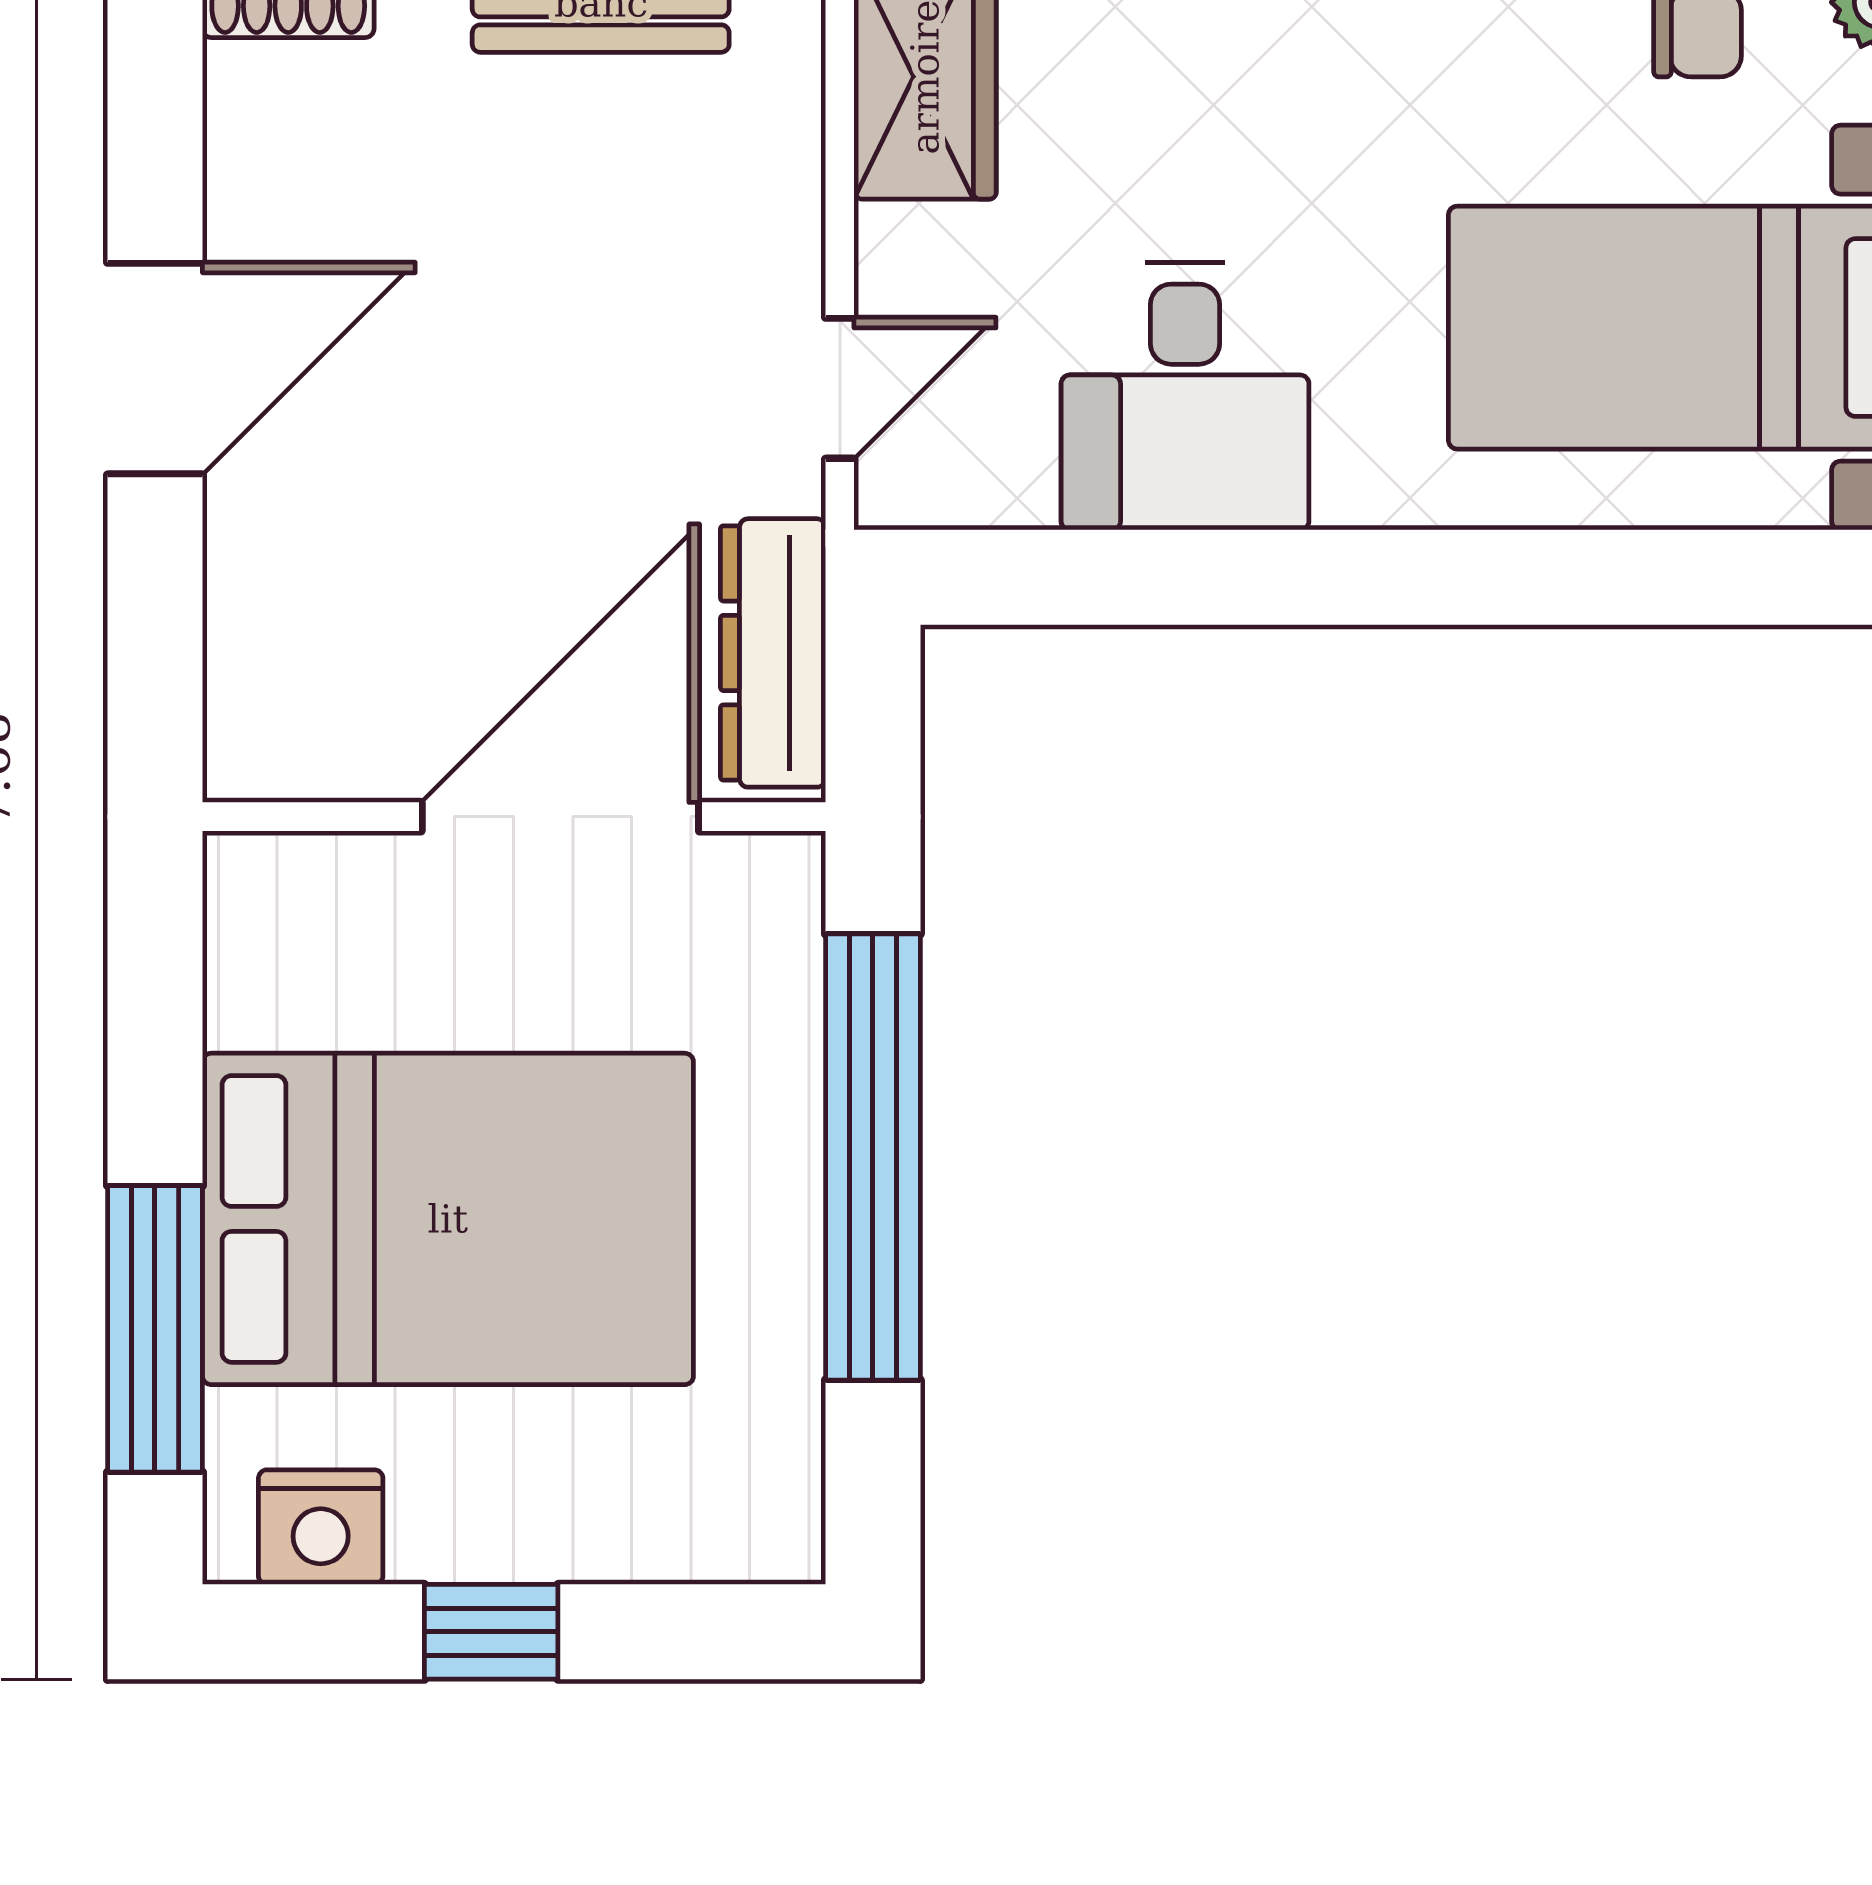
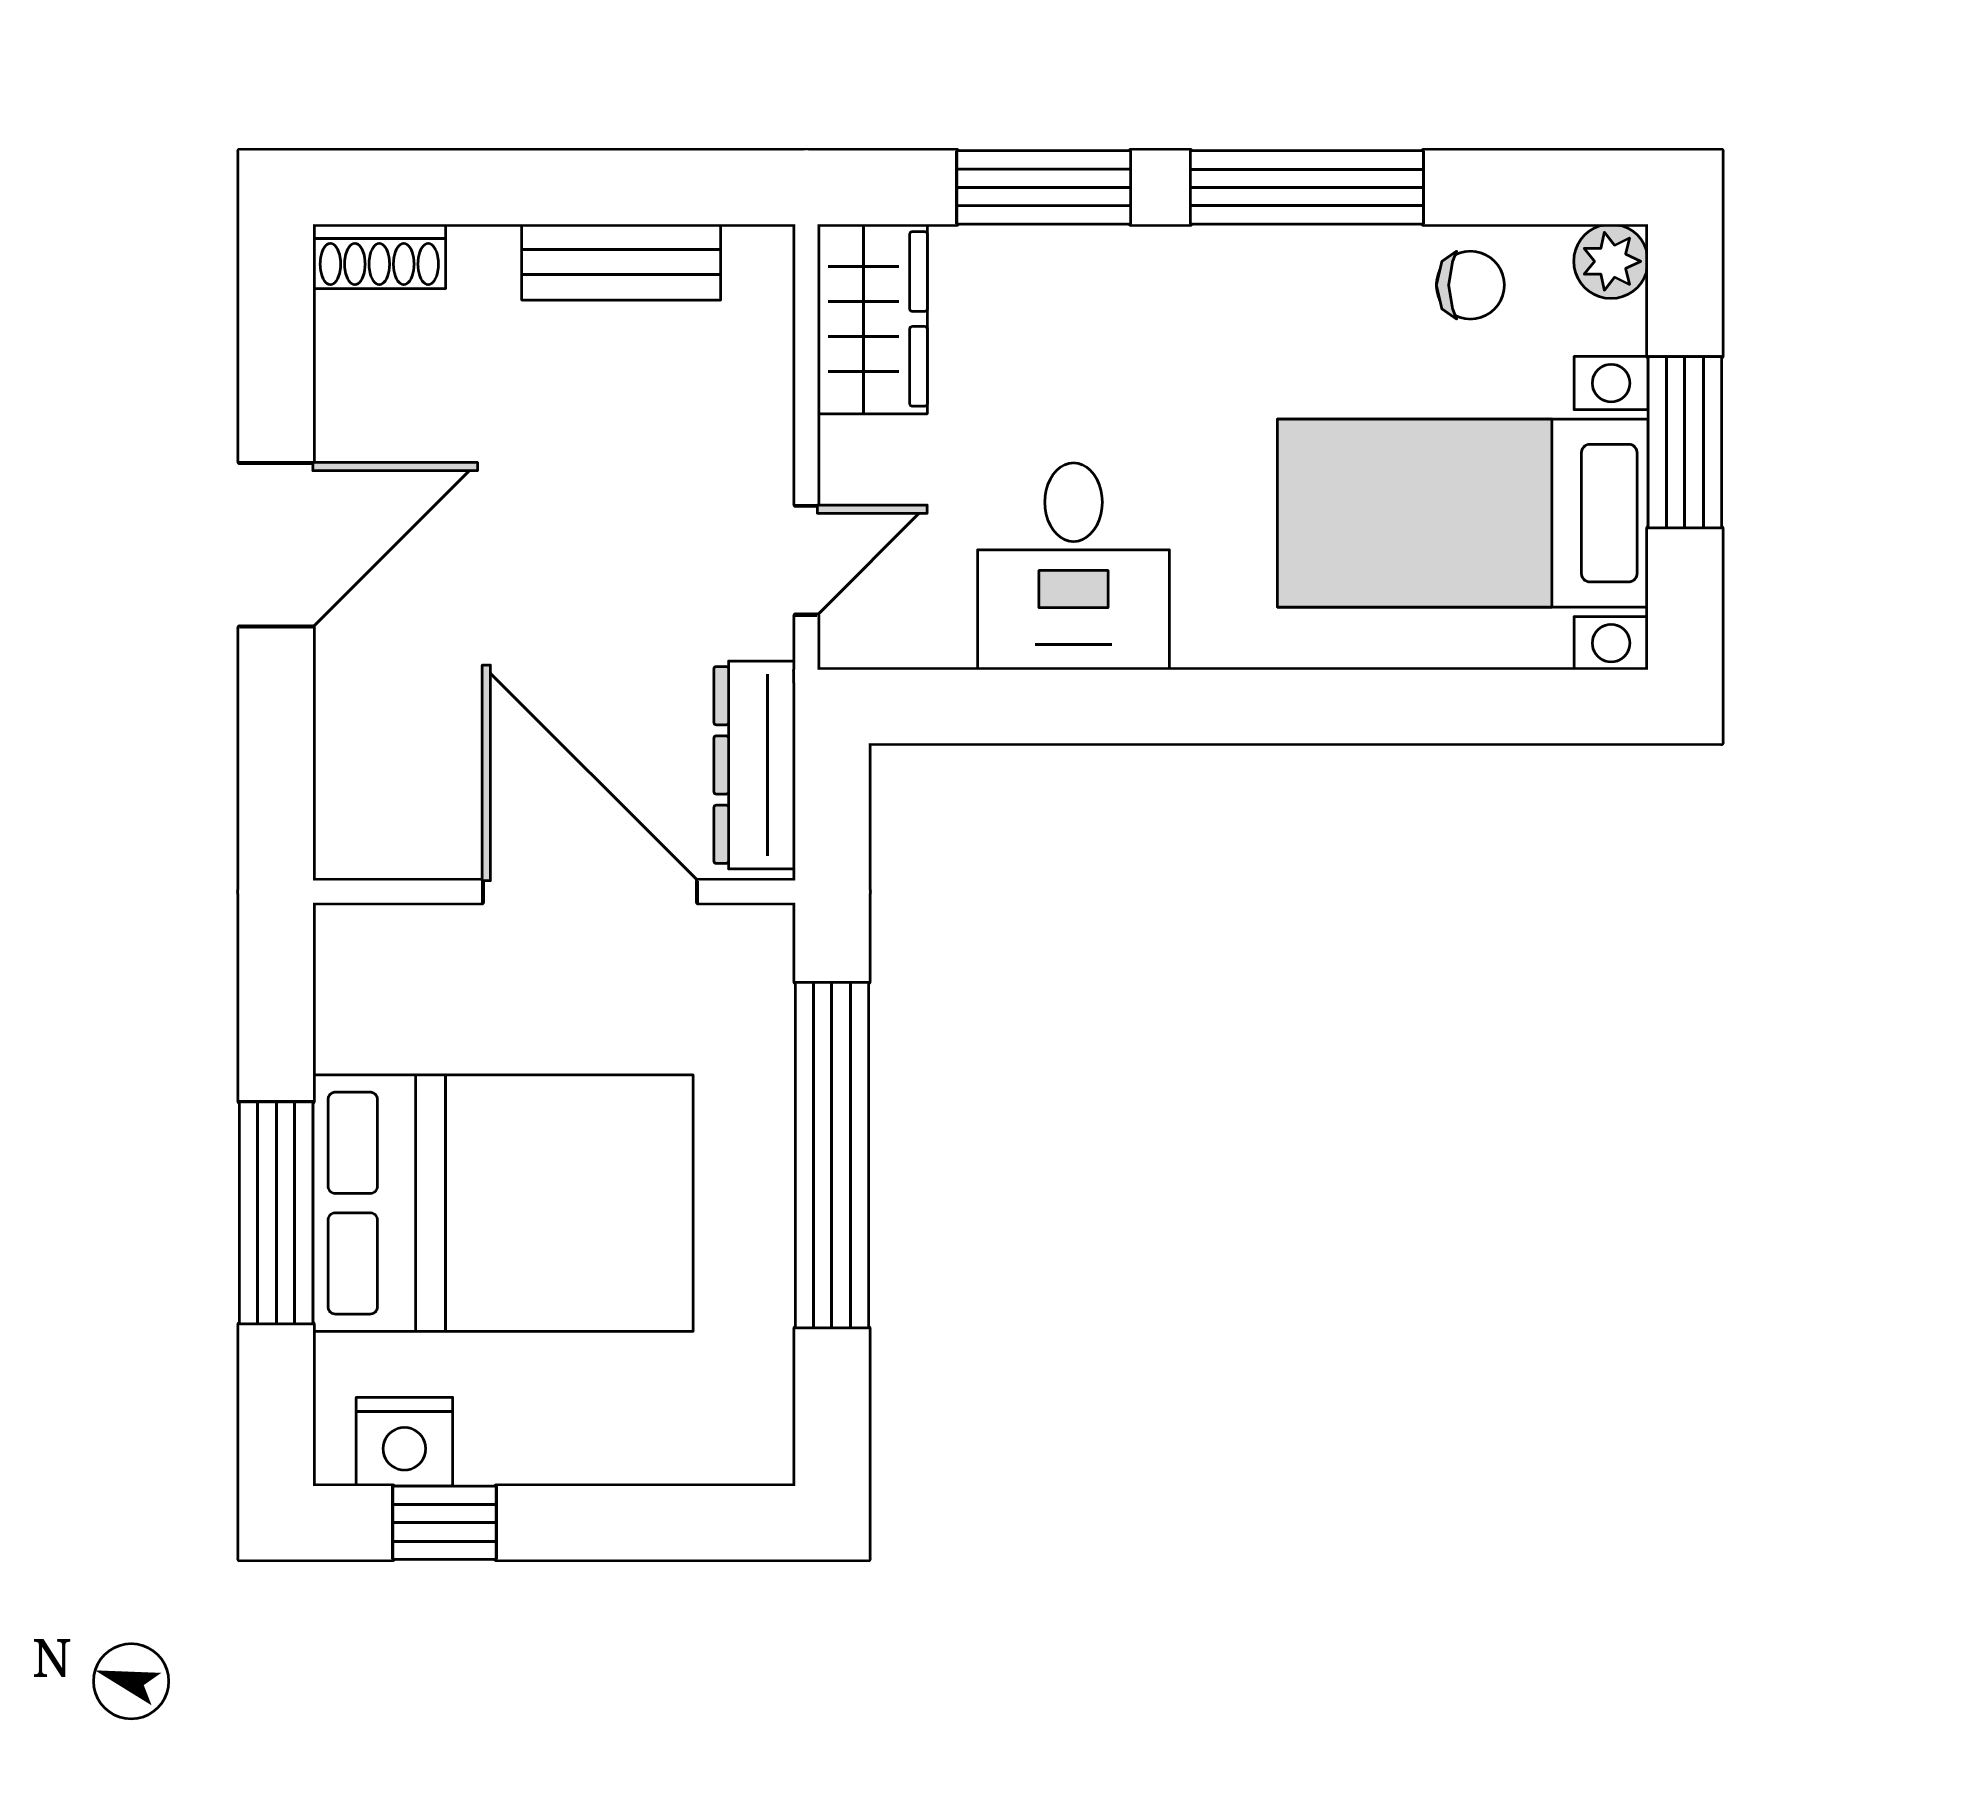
door: (560, 817) -> (590, 892), hinge flipped
window: (155, 1329) -> (276, 1213), moved
window: (491, 1632) -> (445, 1523), moved

